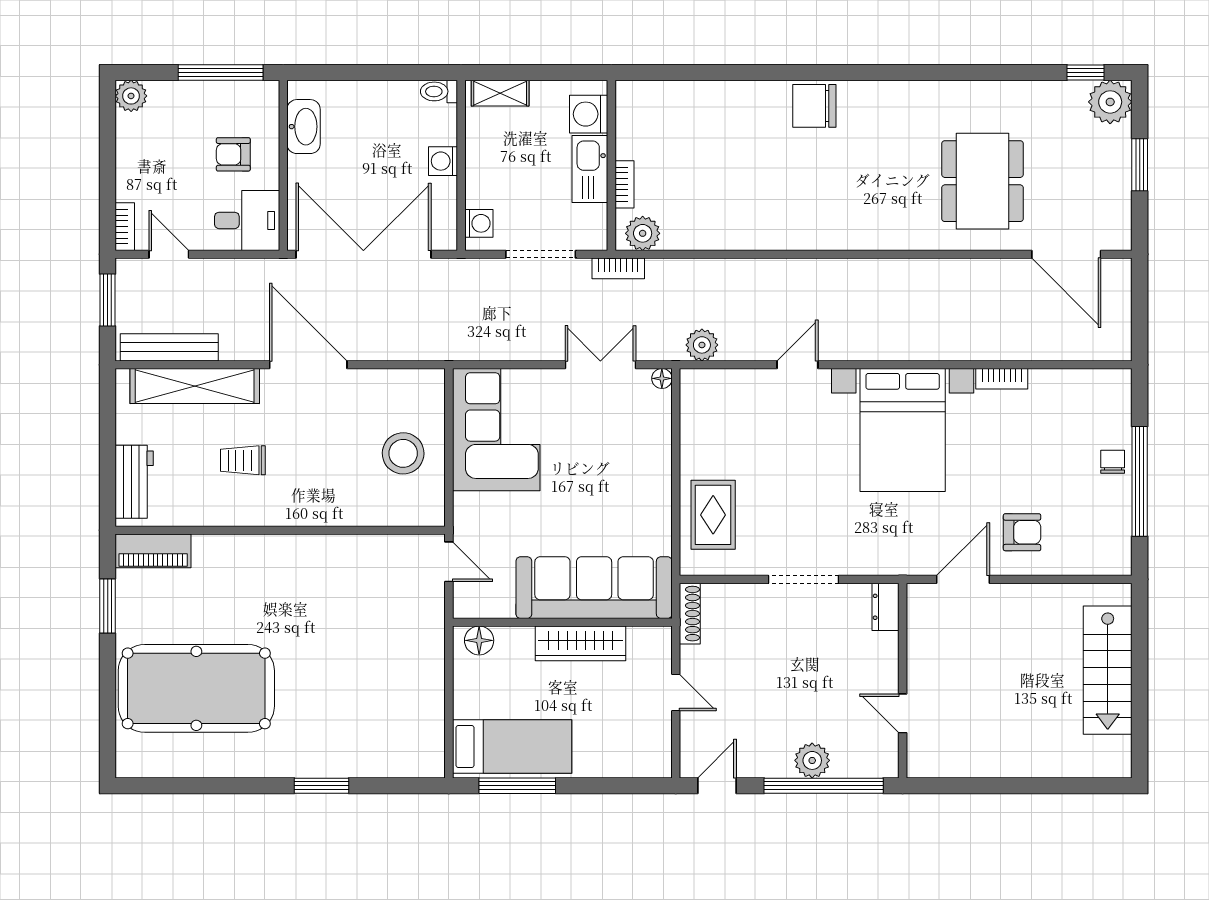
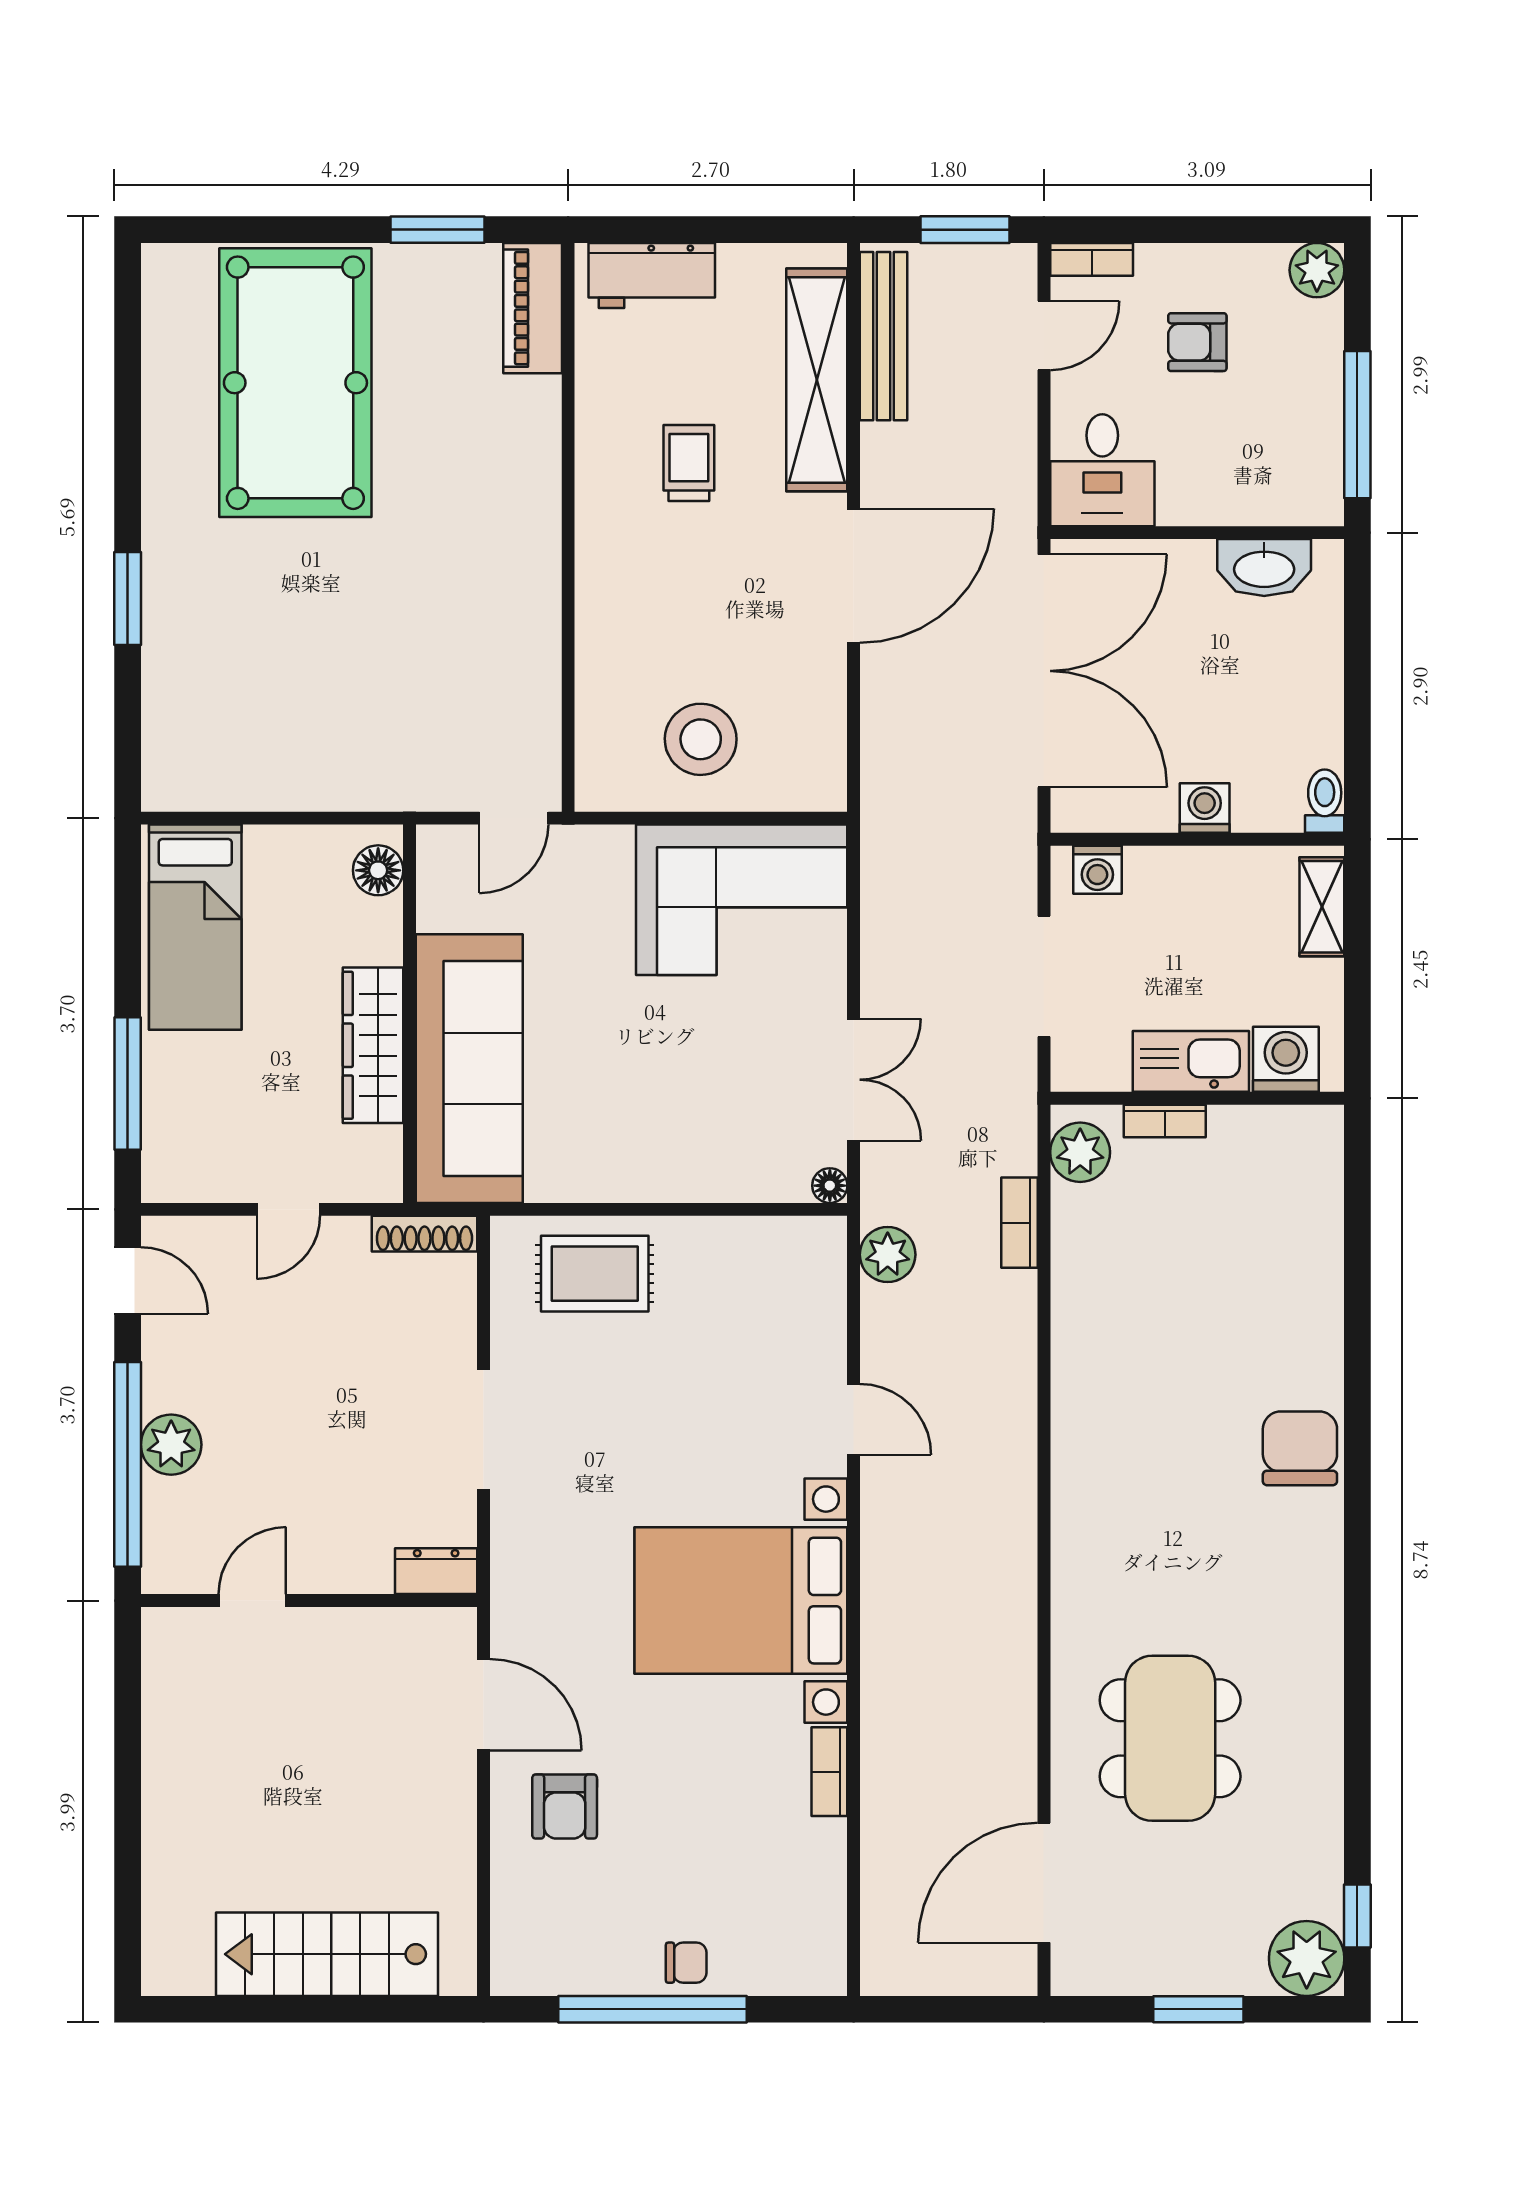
armchair: (233, 154) -> (1197, 342), moved, turned -90
dining table: (982, 181) -> (1170, 1738), turned 90
bookcase: (618, 268) -> (1020, 1223), moved
window: (517, 786) -> (128, 1084), moved

